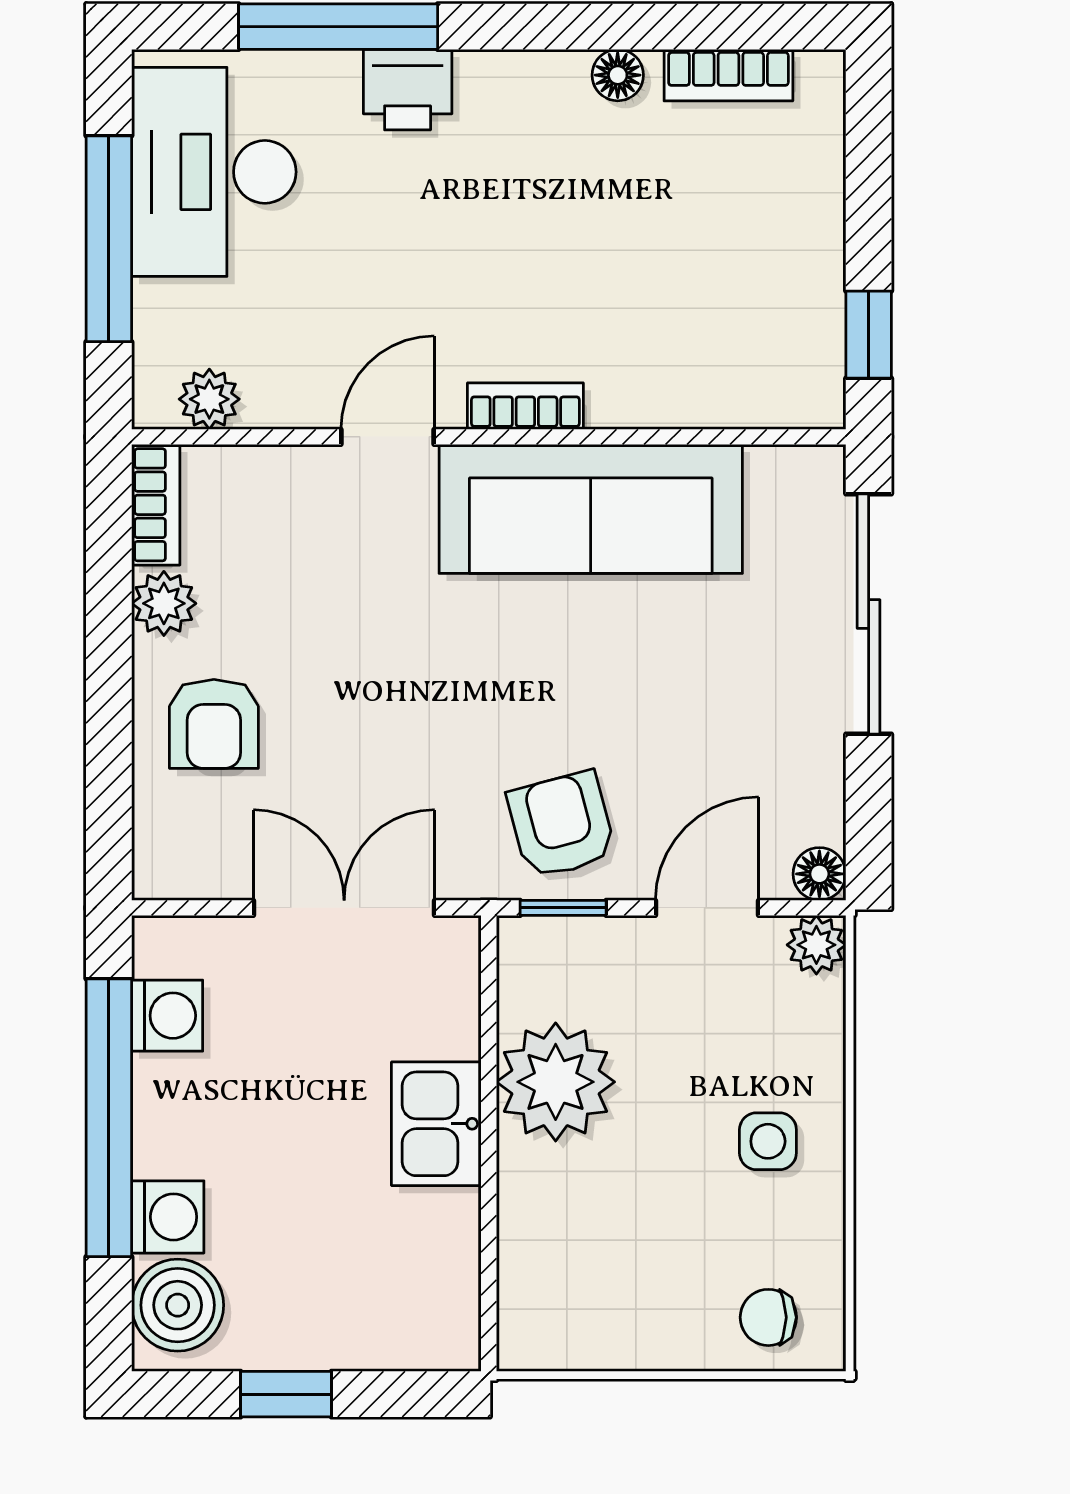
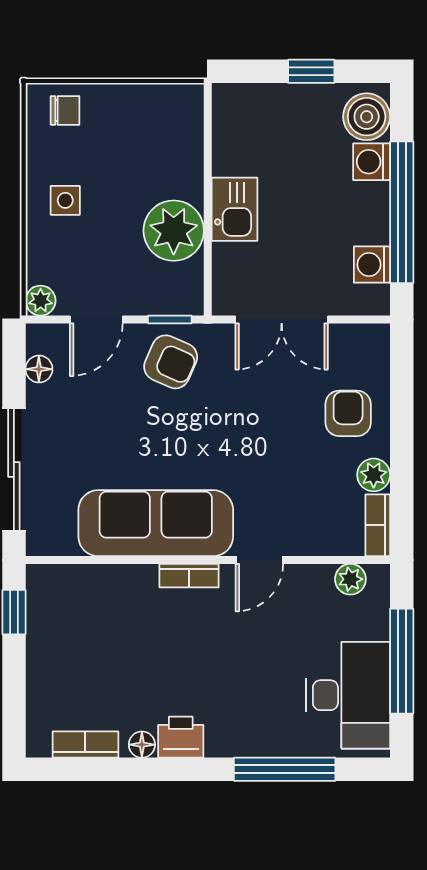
printer: (408, 90) -> (181, 737), moved
armchair: (561, 825) -> (171, 362), turned -51
floor lamp: (819, 874) -> (39, 369), moved

